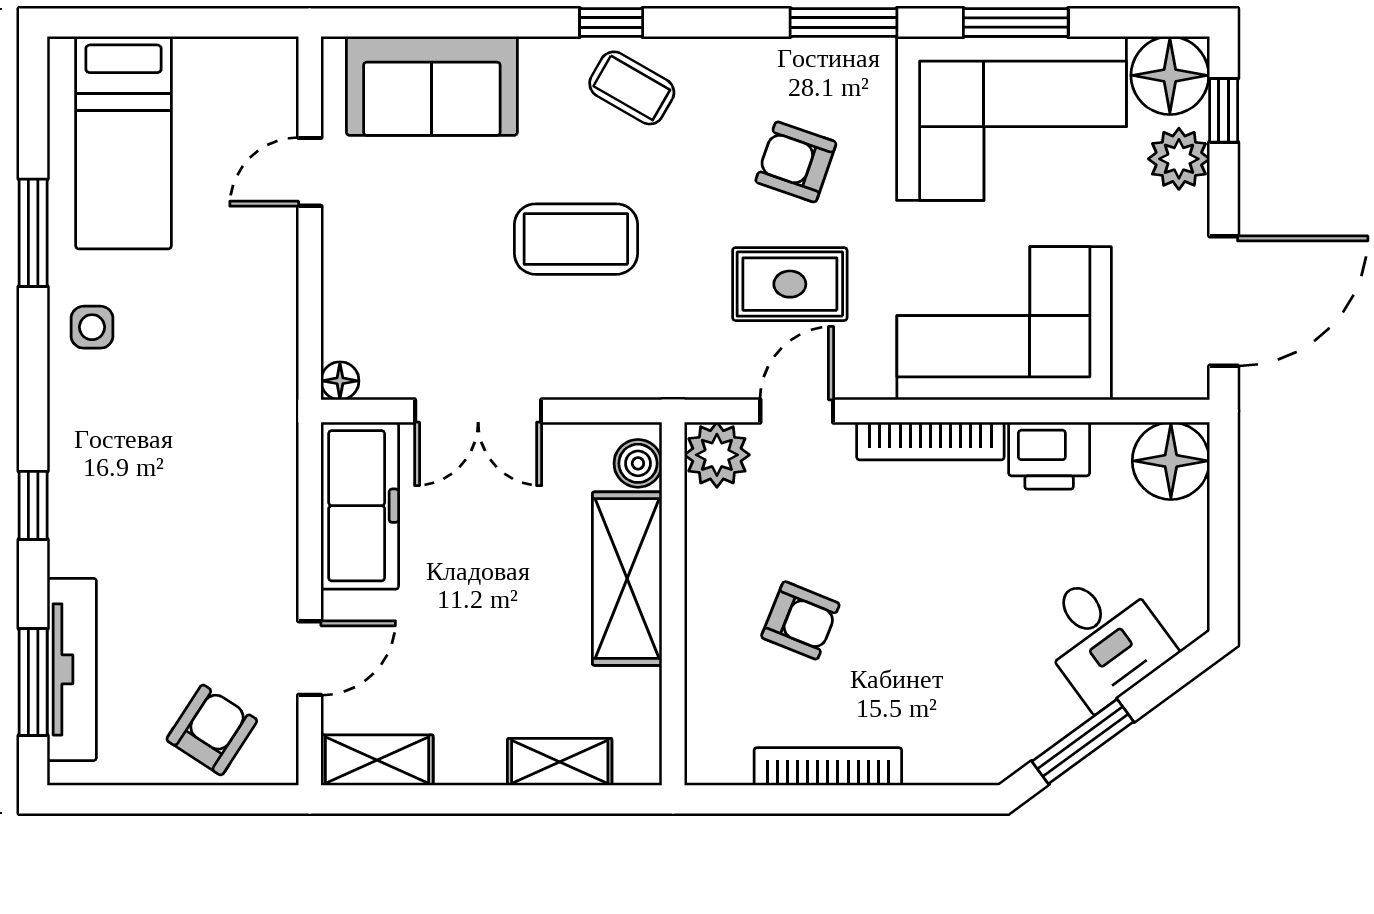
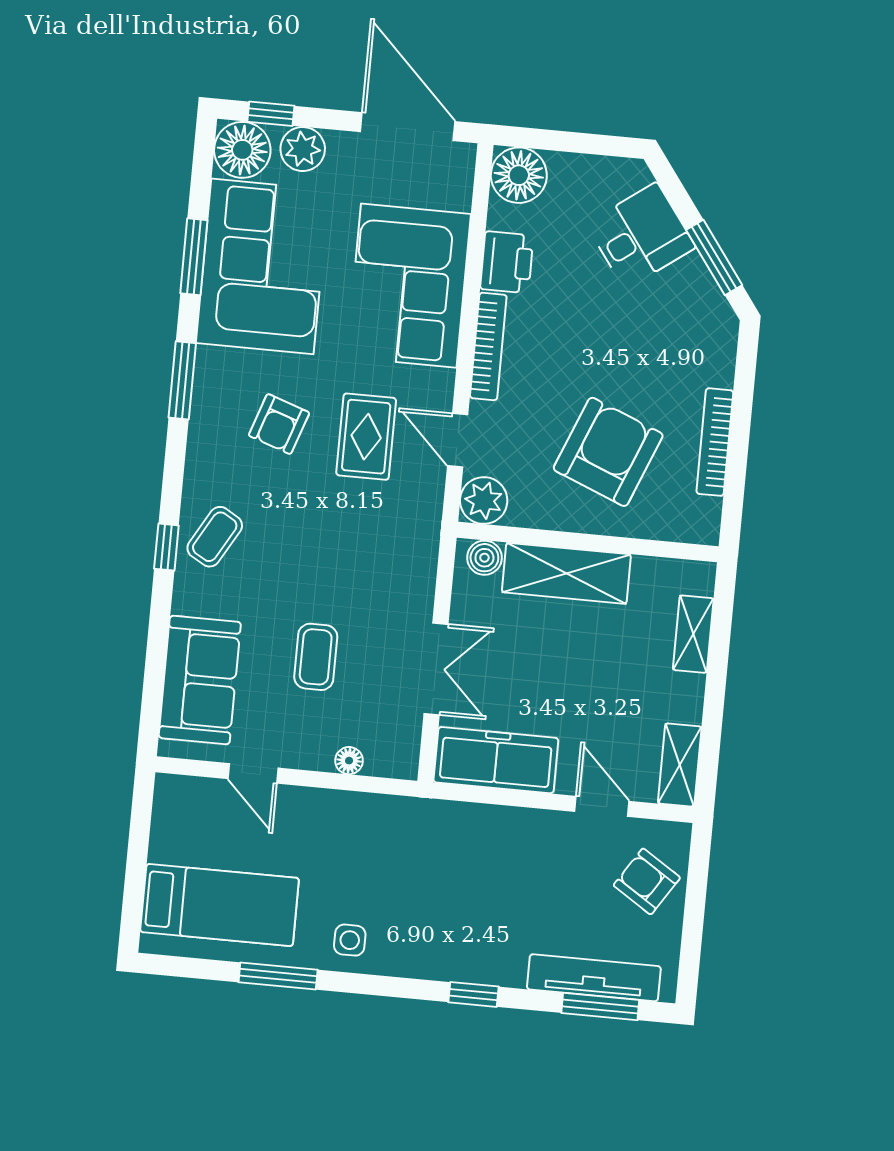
coffee table: (576, 239) -> (316, 657), moved, width x0.73, depth x0.77
floor lamp: (340, 381) -> (349, 761), moved
armchair: (800, 620) -> (608, 452), width x1.88, depth x1.88

